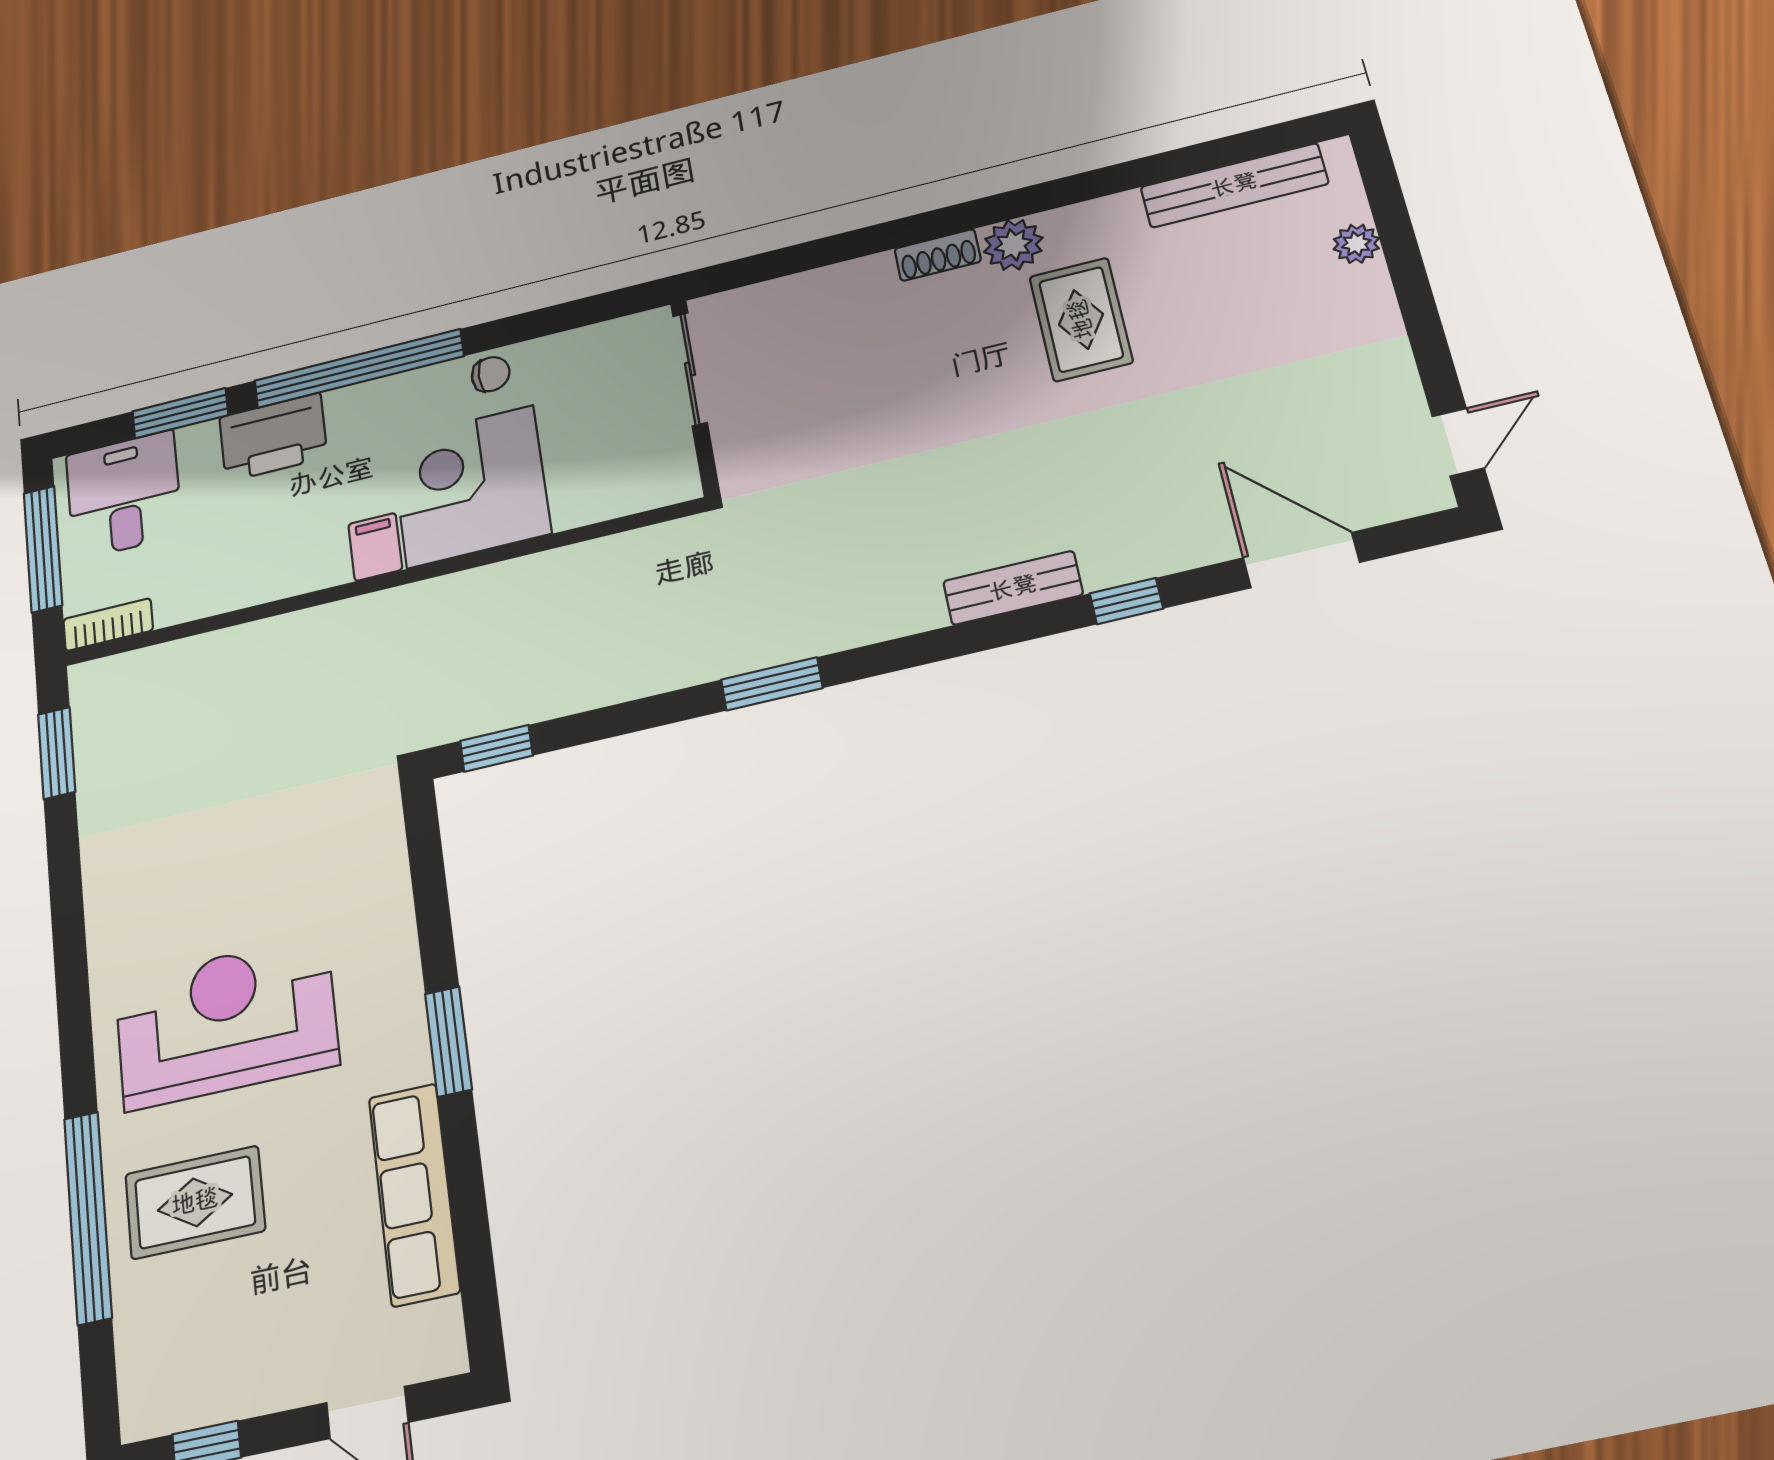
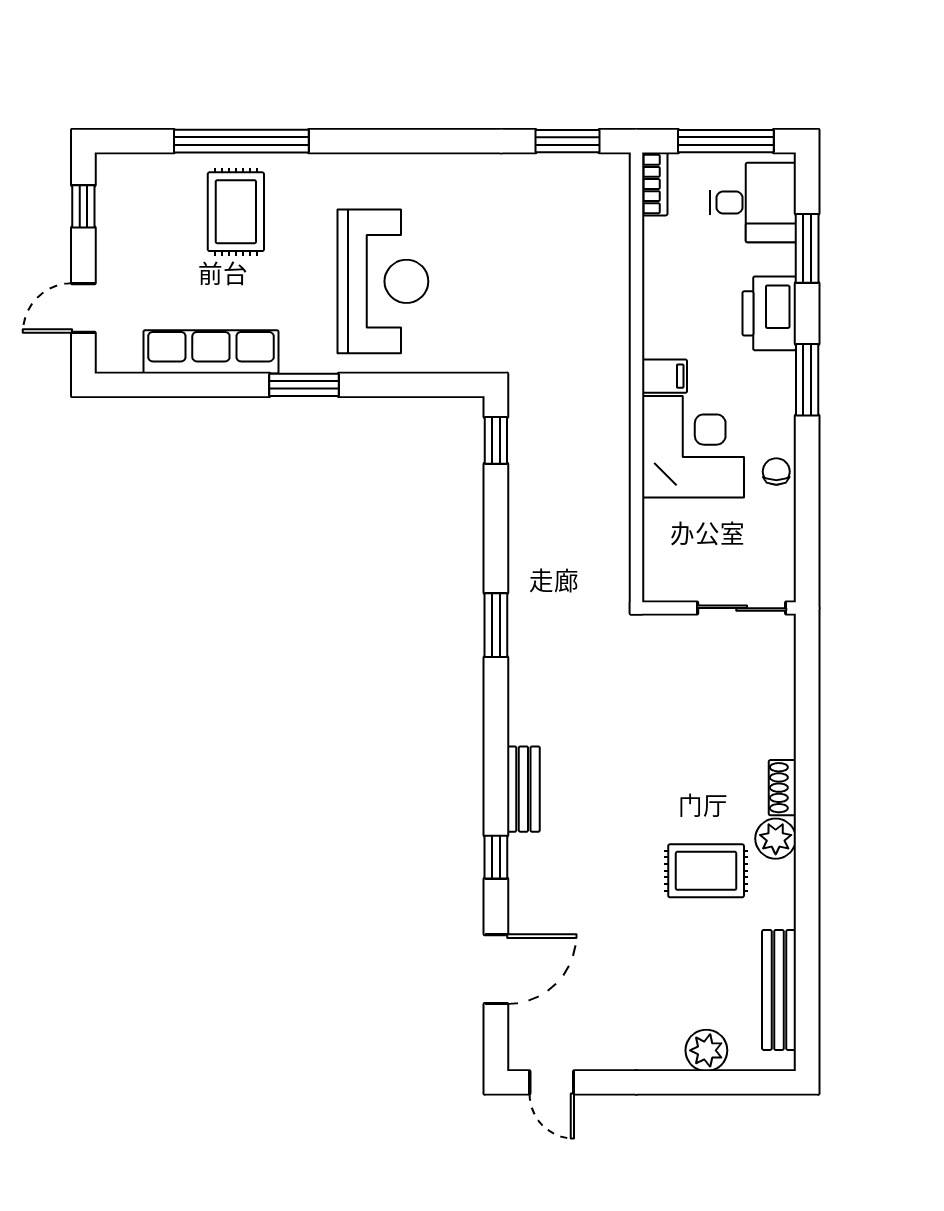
plant: (1356, 244) -> (706, 1050), width x1.38, depth x1.38
window: (359, 368) -> (807, 380), width x0.47
chair: (491, 374) -> (776, 472), turned 180
reception desk: (226, 1022) -> (383, 281), moved

